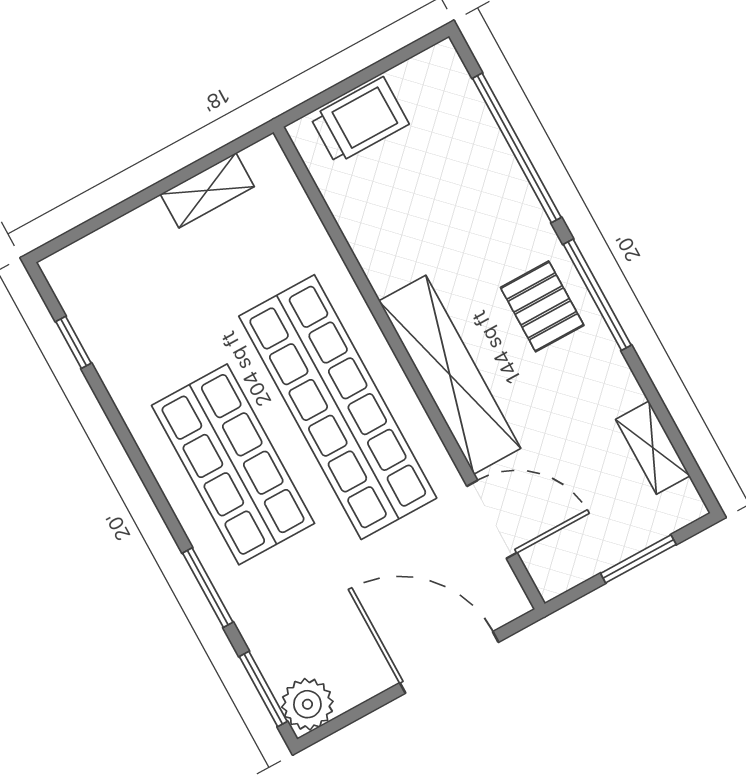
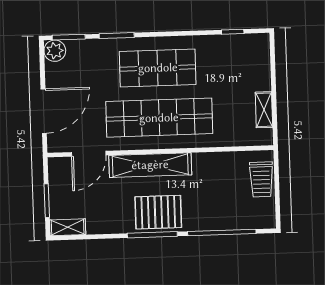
pallet: (542, 306) -> (158, 212), width x1.50, depth x1.42
shelving: (653, 448) -> (68, 227), moved

